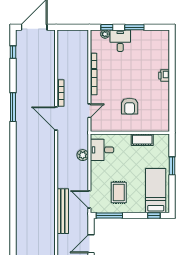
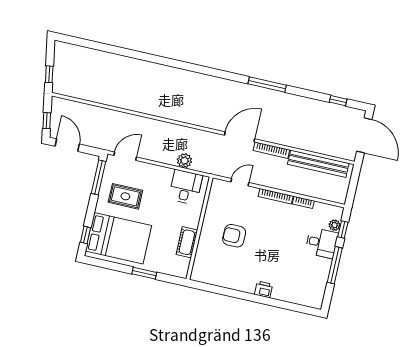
window: (134, 27) -> (335, 265), width x1.44
door: (89, 111) -> (240, 182), swing flipped
bed: (156, 191) -> (118, 238), width x1.50
bench: (63, 211) -> (318, 164), moved

